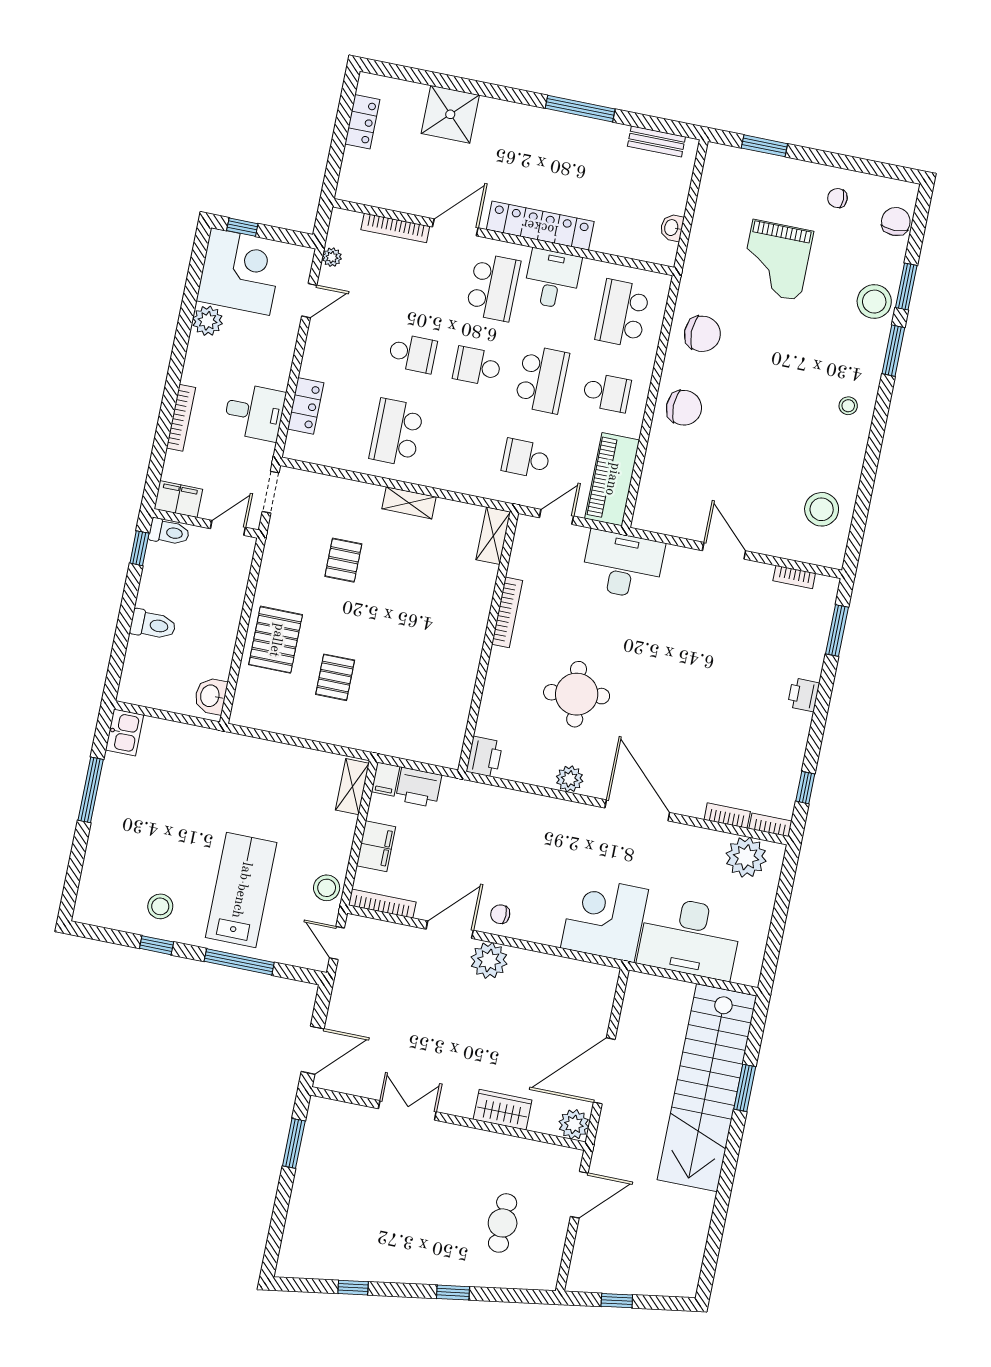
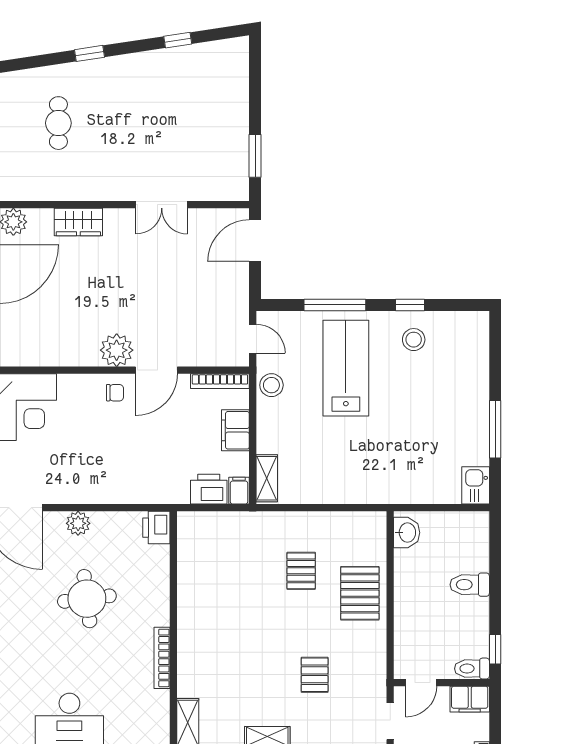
lab bench: (241, 890) -> (346, 368), turned 180

